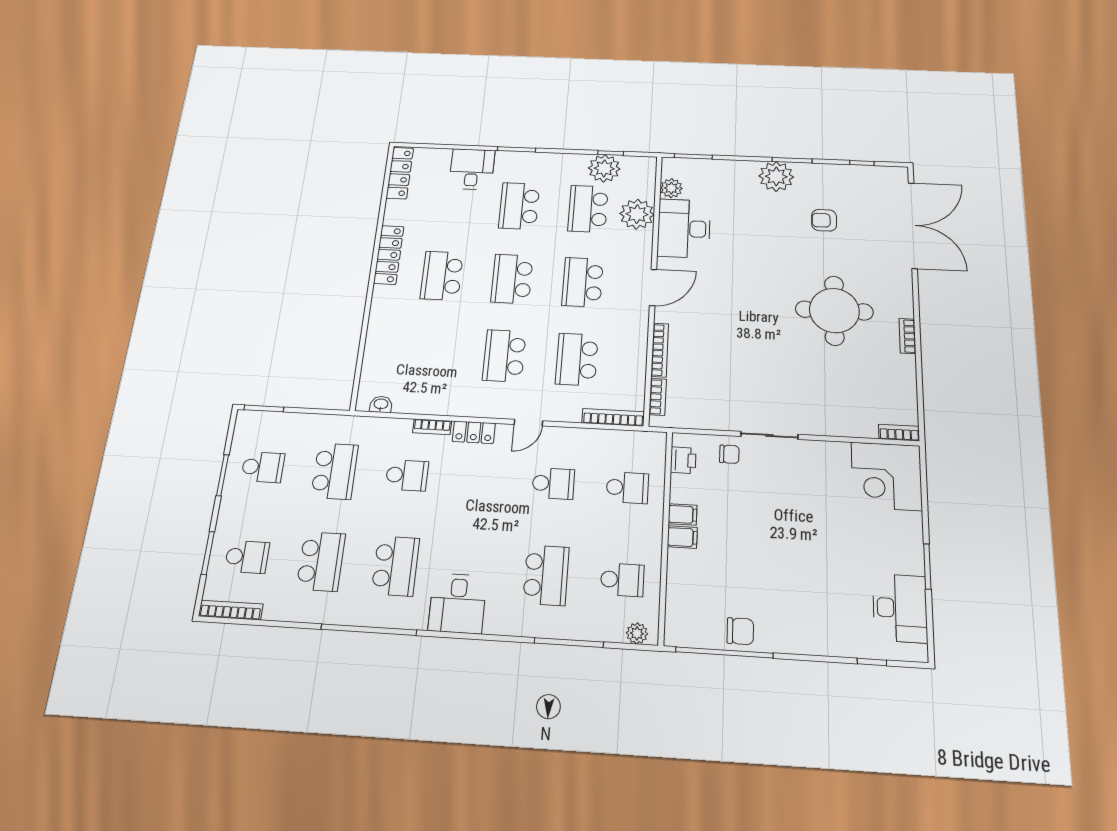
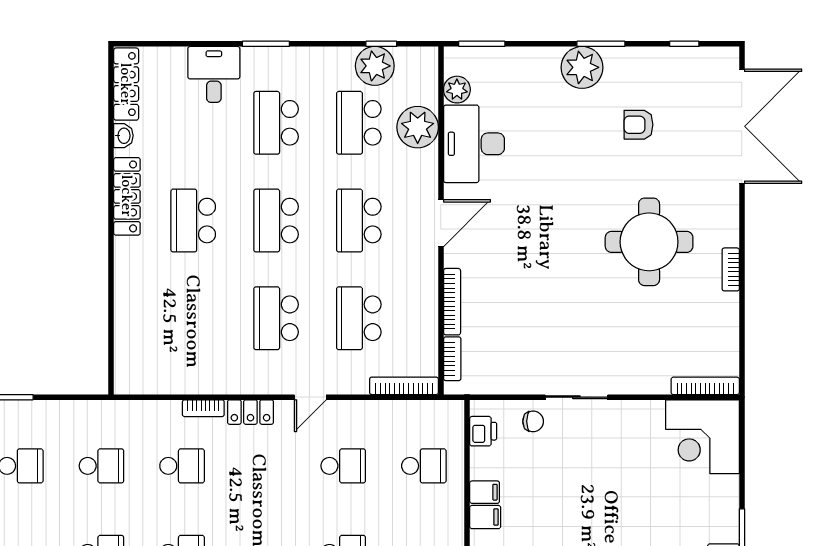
washbasin: (381, 404) -> (123, 136), moved, turned 90
bookcase: (899, 433) -> (705, 386), width x1.56
school desk: (335, 471) -> (101, 466), width x0.54

